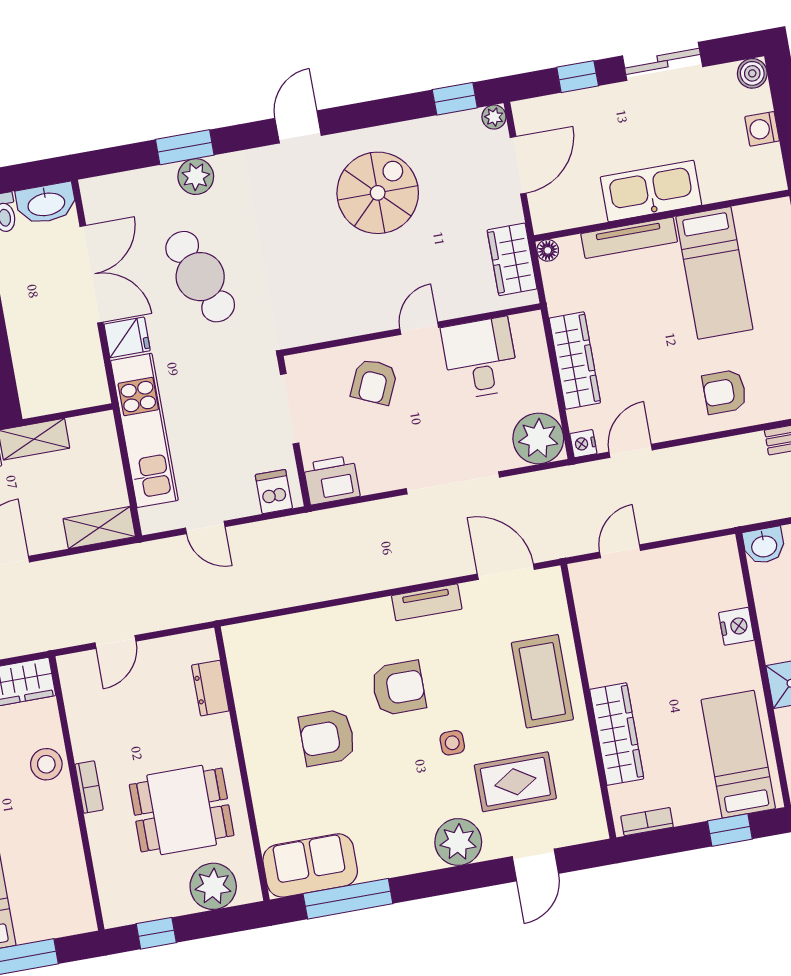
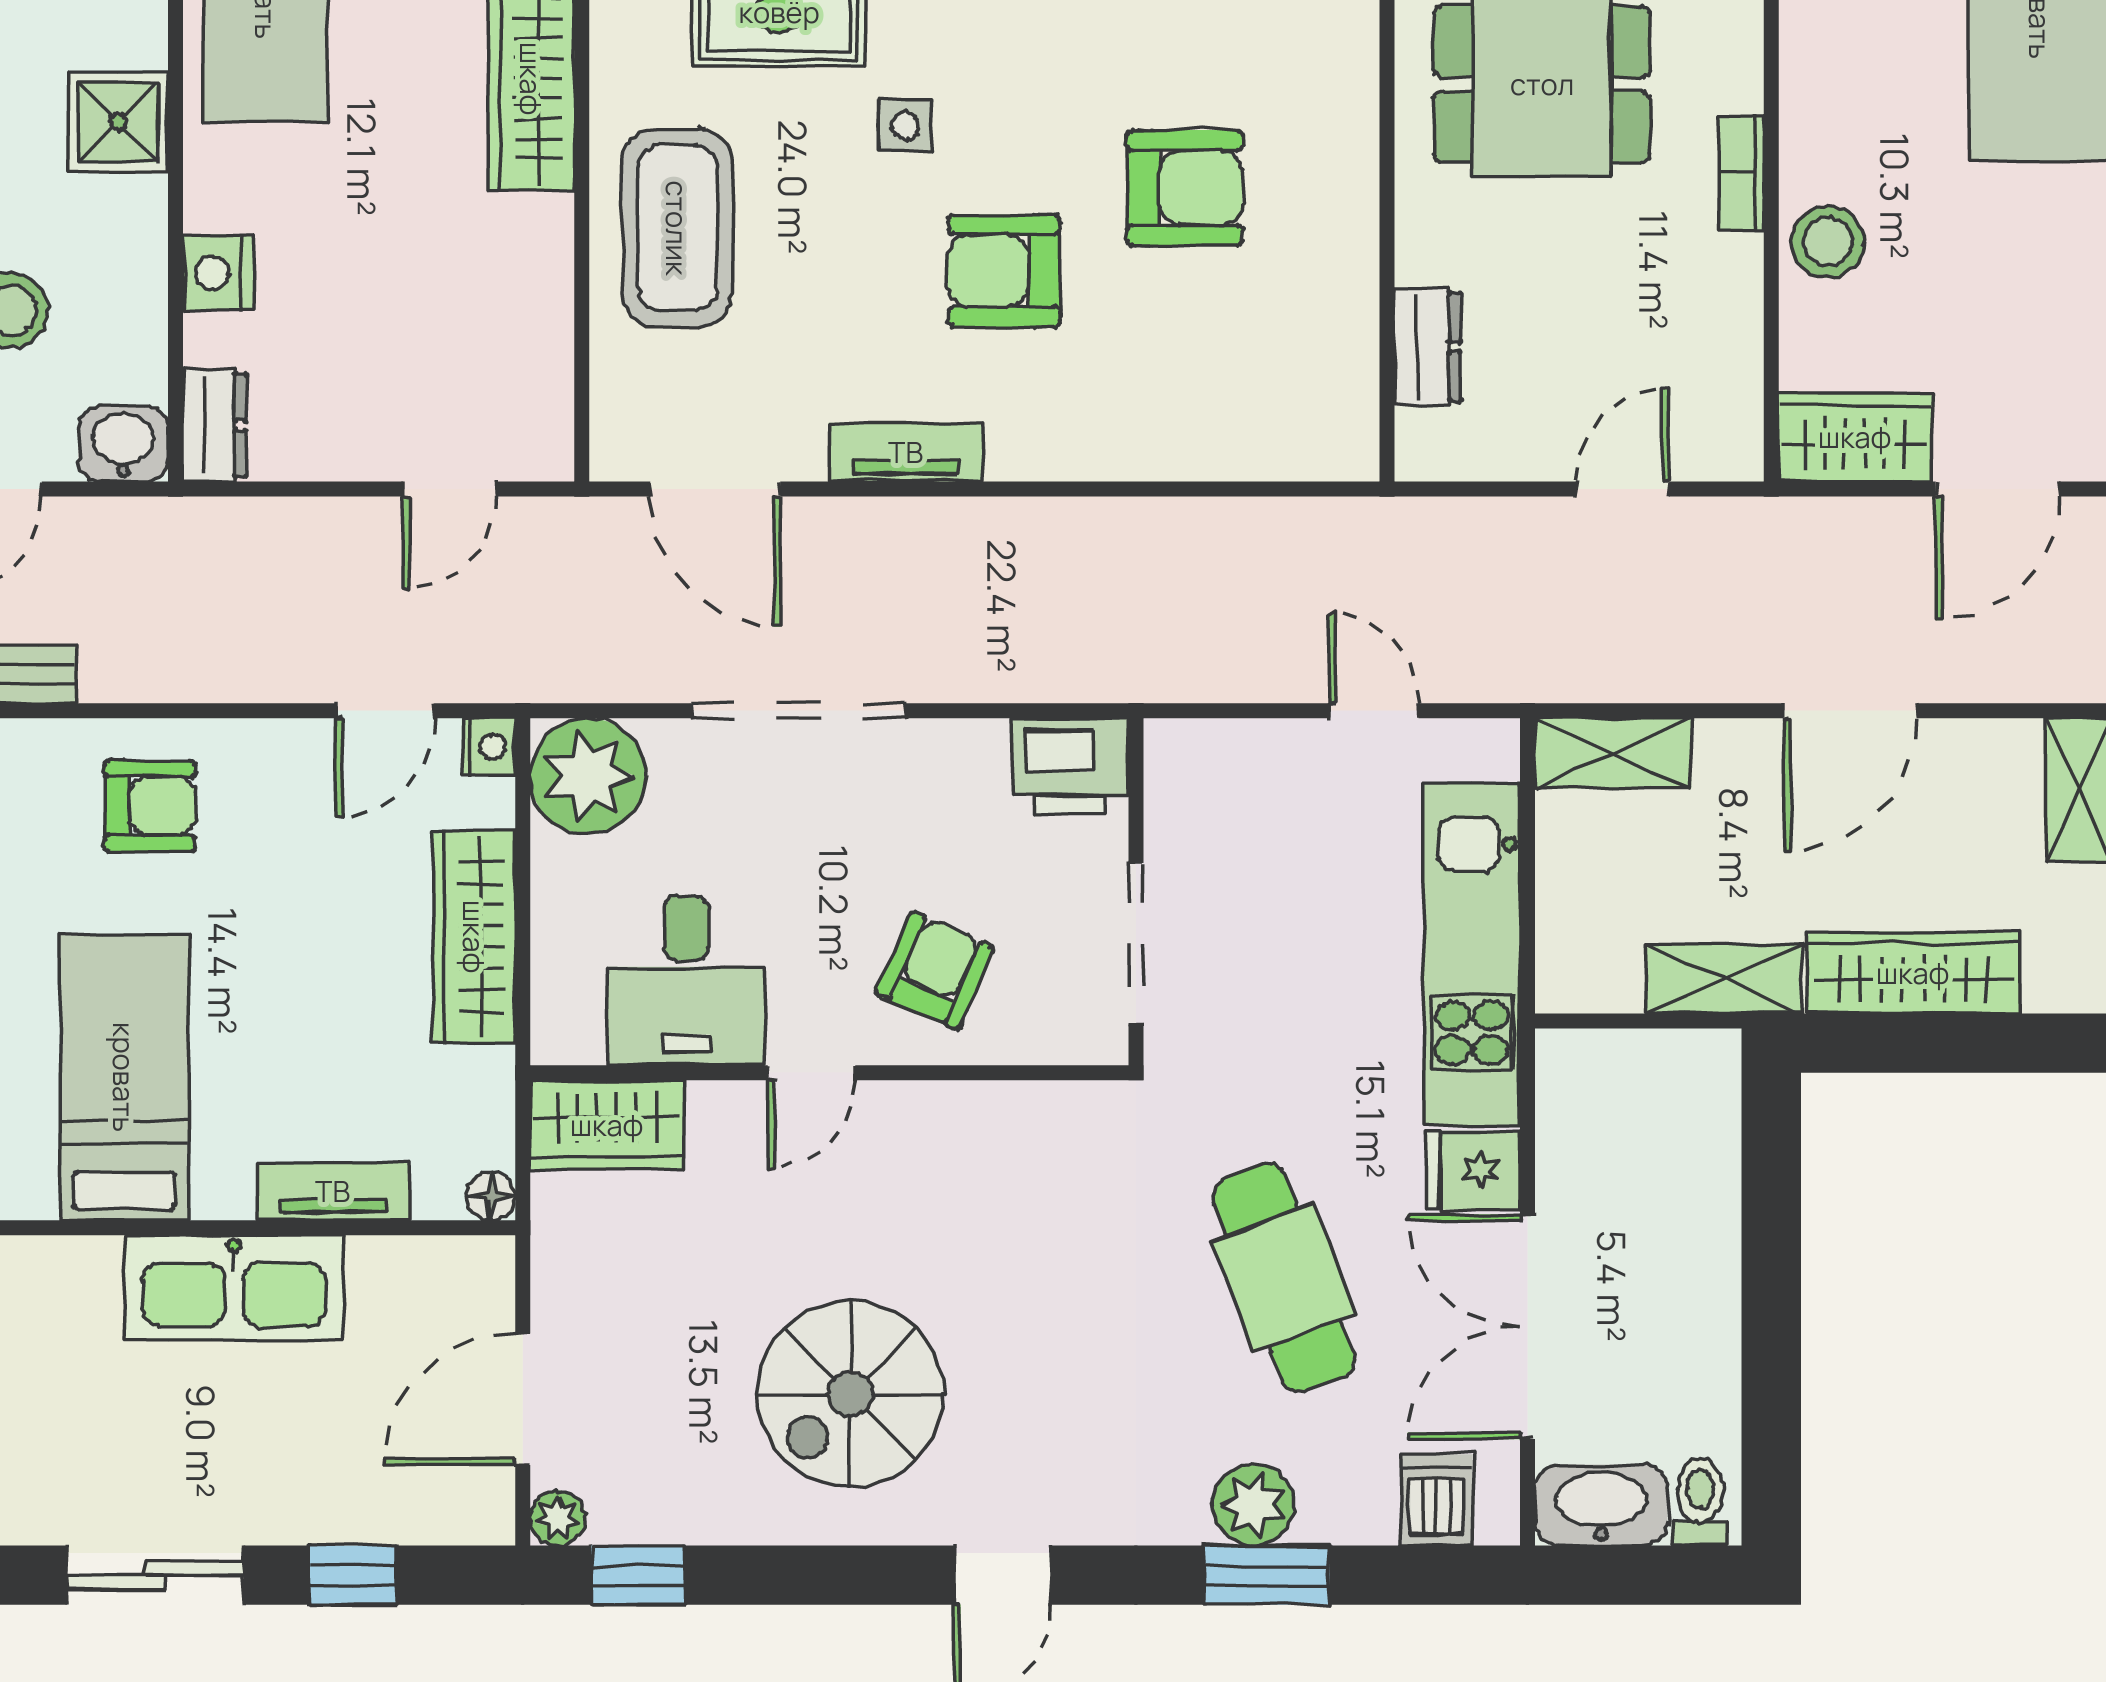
tv unit: (629, 238) -> (333, 1191), width x0.71
wardrobe: (512, 259) -> (607, 1125), moved, turned 90
dishwasher: (274, 492) -> (1437, 1500), moved, turned 180
dresser: (726, 560) -> (214, 425), added

